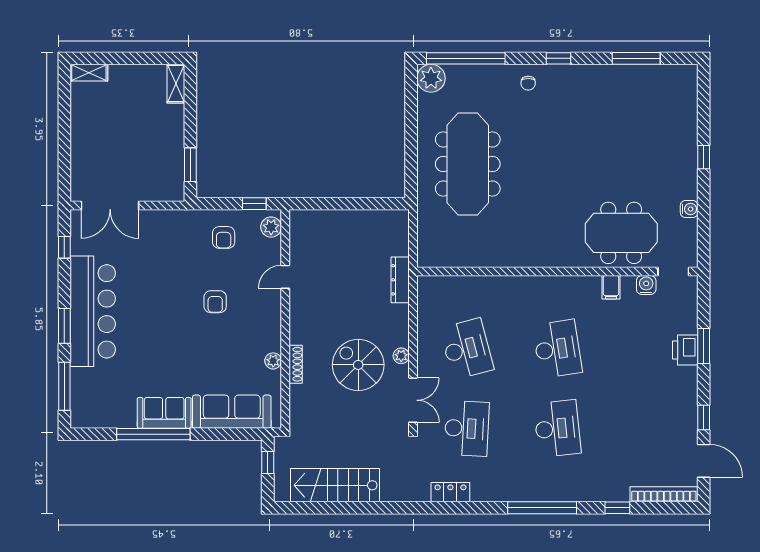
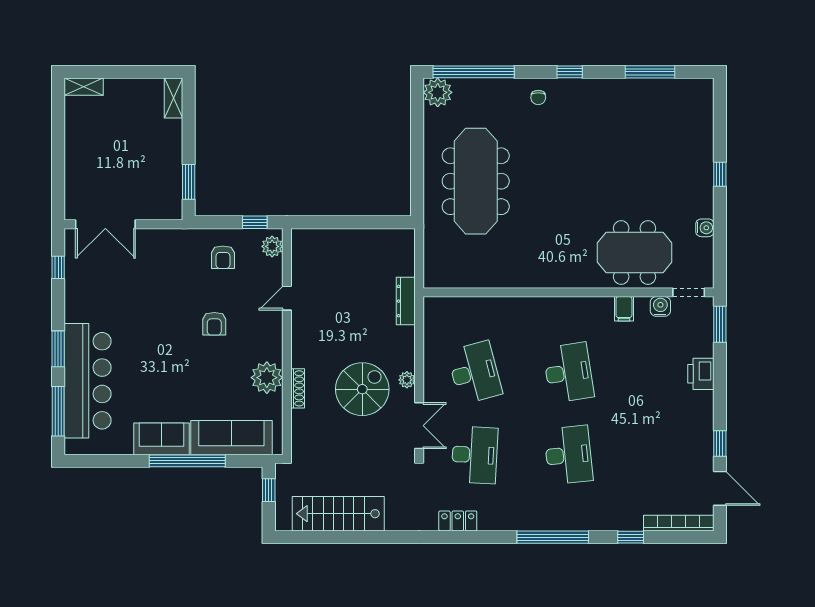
bar counter: (93, 311) -> (88, 381), moved
window: (704, 346) -> (720, 324), moved
plant: (273, 361) -> (267, 378), width x1.88, depth x1.88
spiral stairs: (358, 365) -> (362, 389), turned 90
window: (153, 434) -> (187, 461), moved

